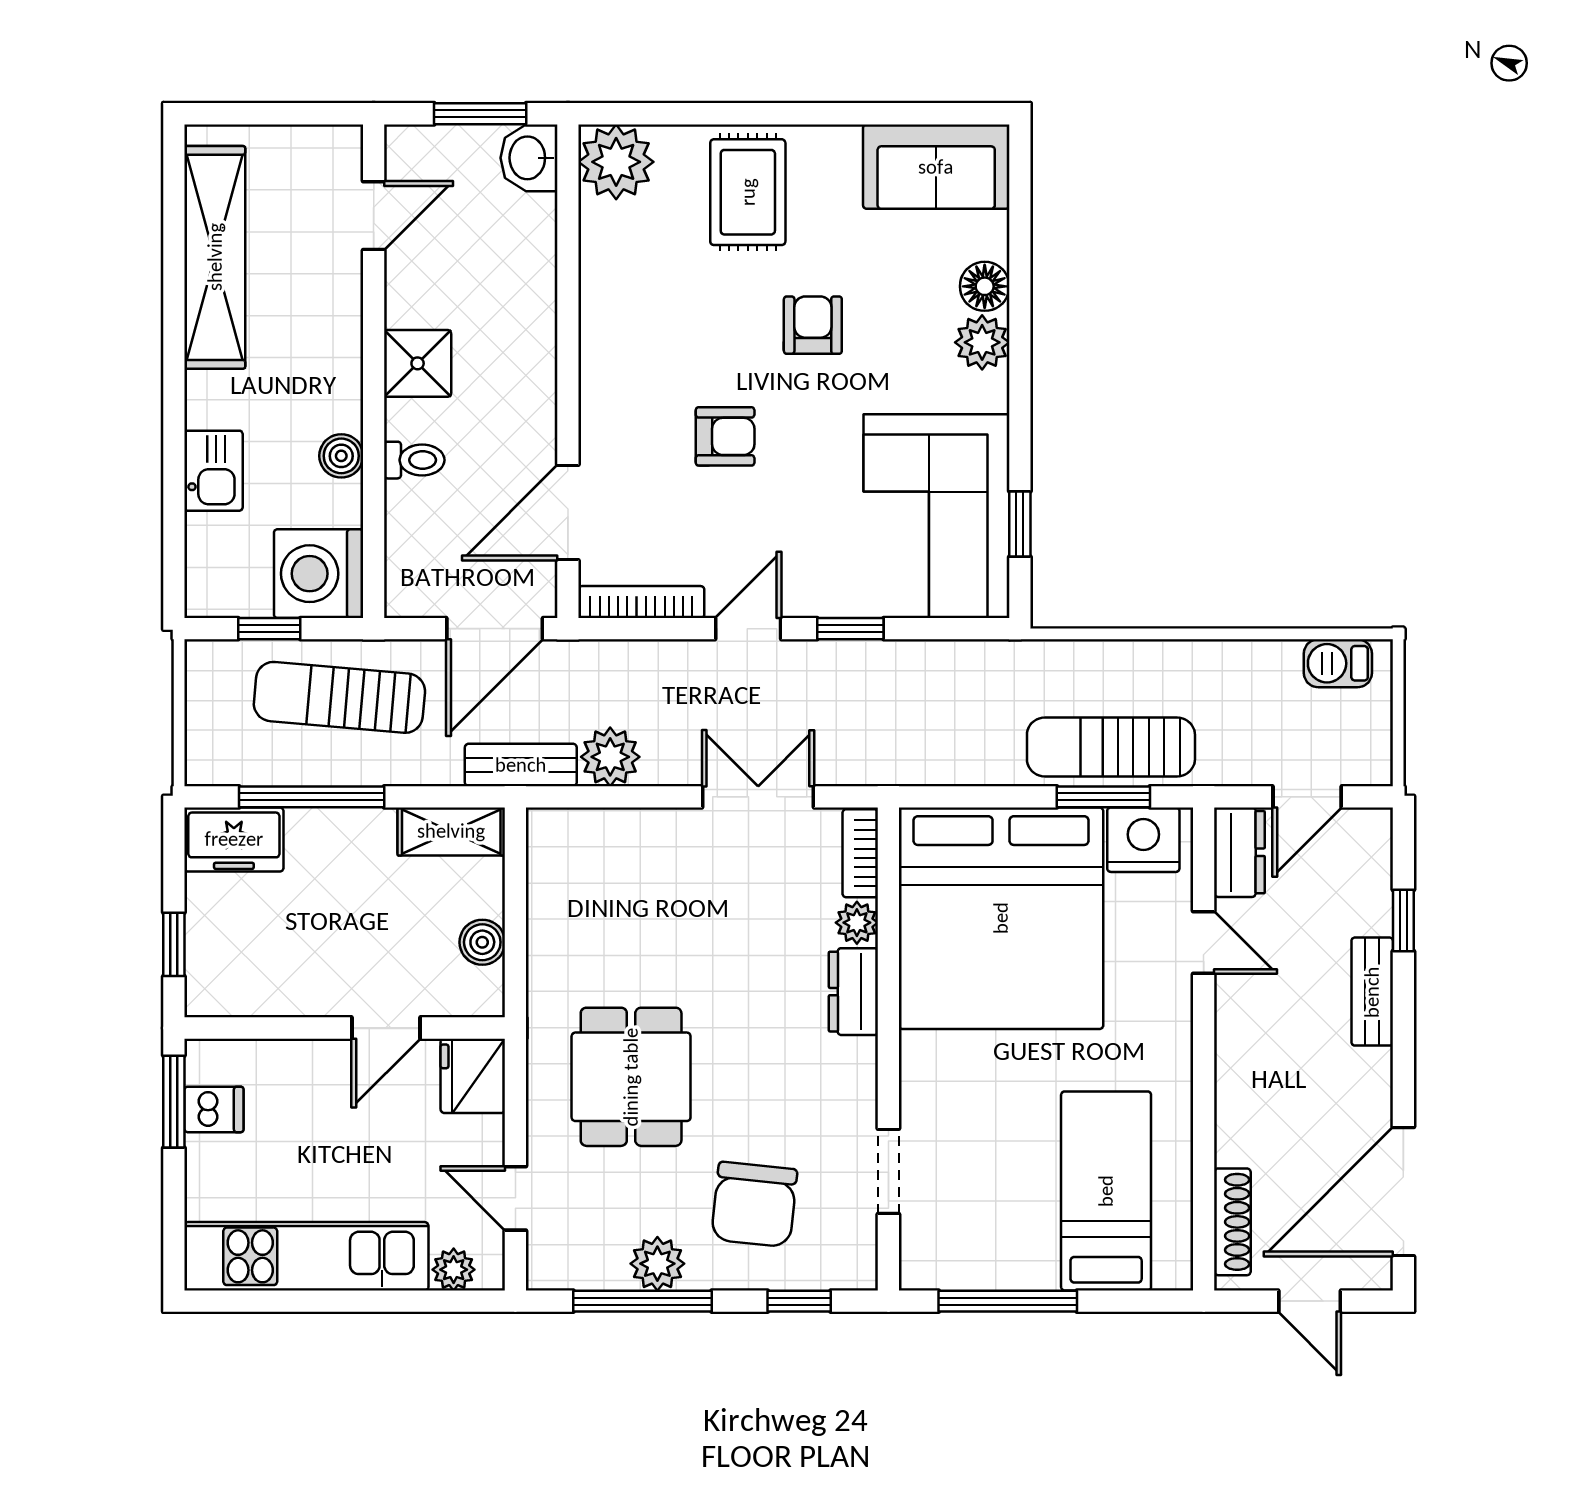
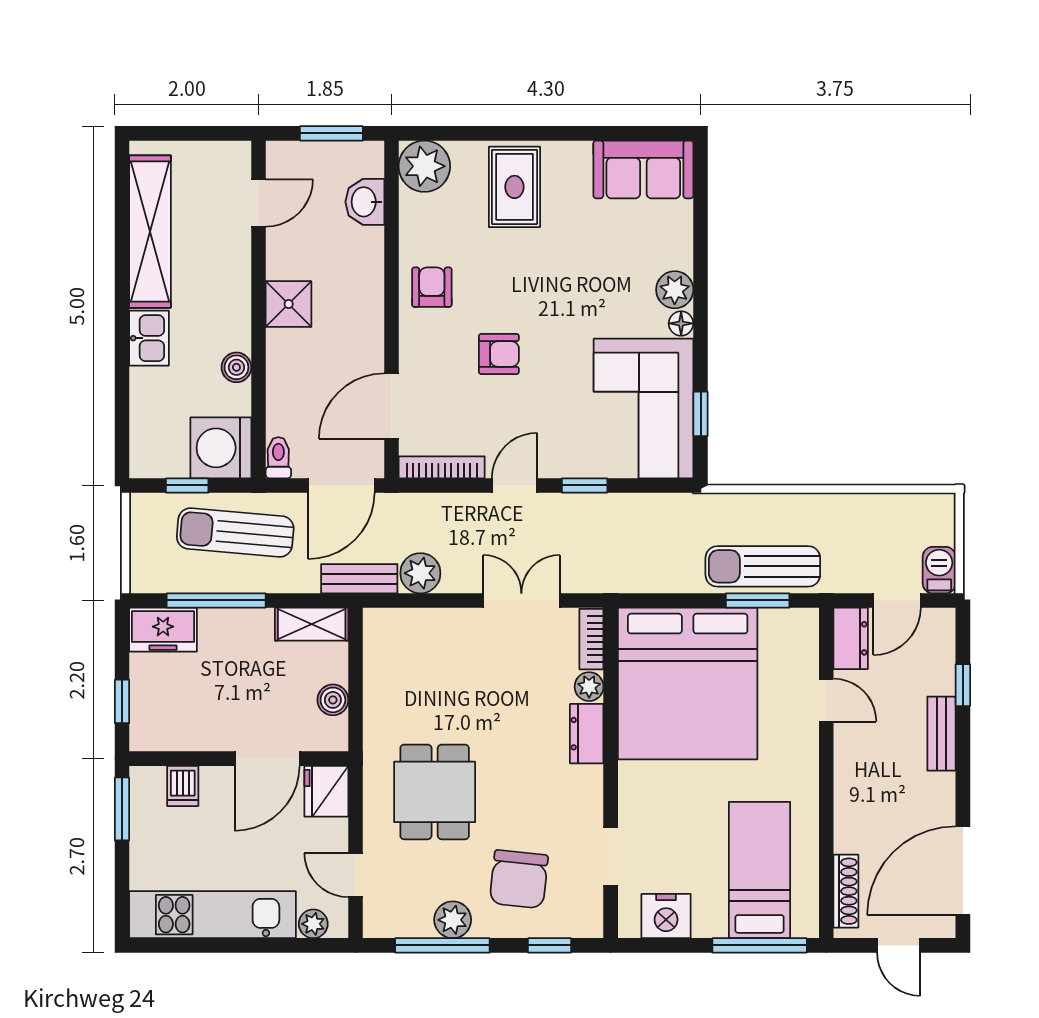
washbasin: (529, 158) -> (365, 202), moved
floor lamp: (985, 286) -> (681, 323), moved, width x0.73, depth x0.73
armchair: (813, 325) -> (432, 287), moved
toilet: (414, 460) -> (278, 458), moved, turned -90
kitchen sink: (214, 471) -> (149, 338), moved
barbecue: (1338, 663) -> (939, 570), moved, turned 90
nightstand: (1143, 840) -> (666, 916), moved, turned 180
door: (386, 1028) -> (267, 759), width x1.37
dishwasher: (214, 1109) -> (183, 786), moved, turned 90
window: (1008, 1301) -> (760, 945), moved

